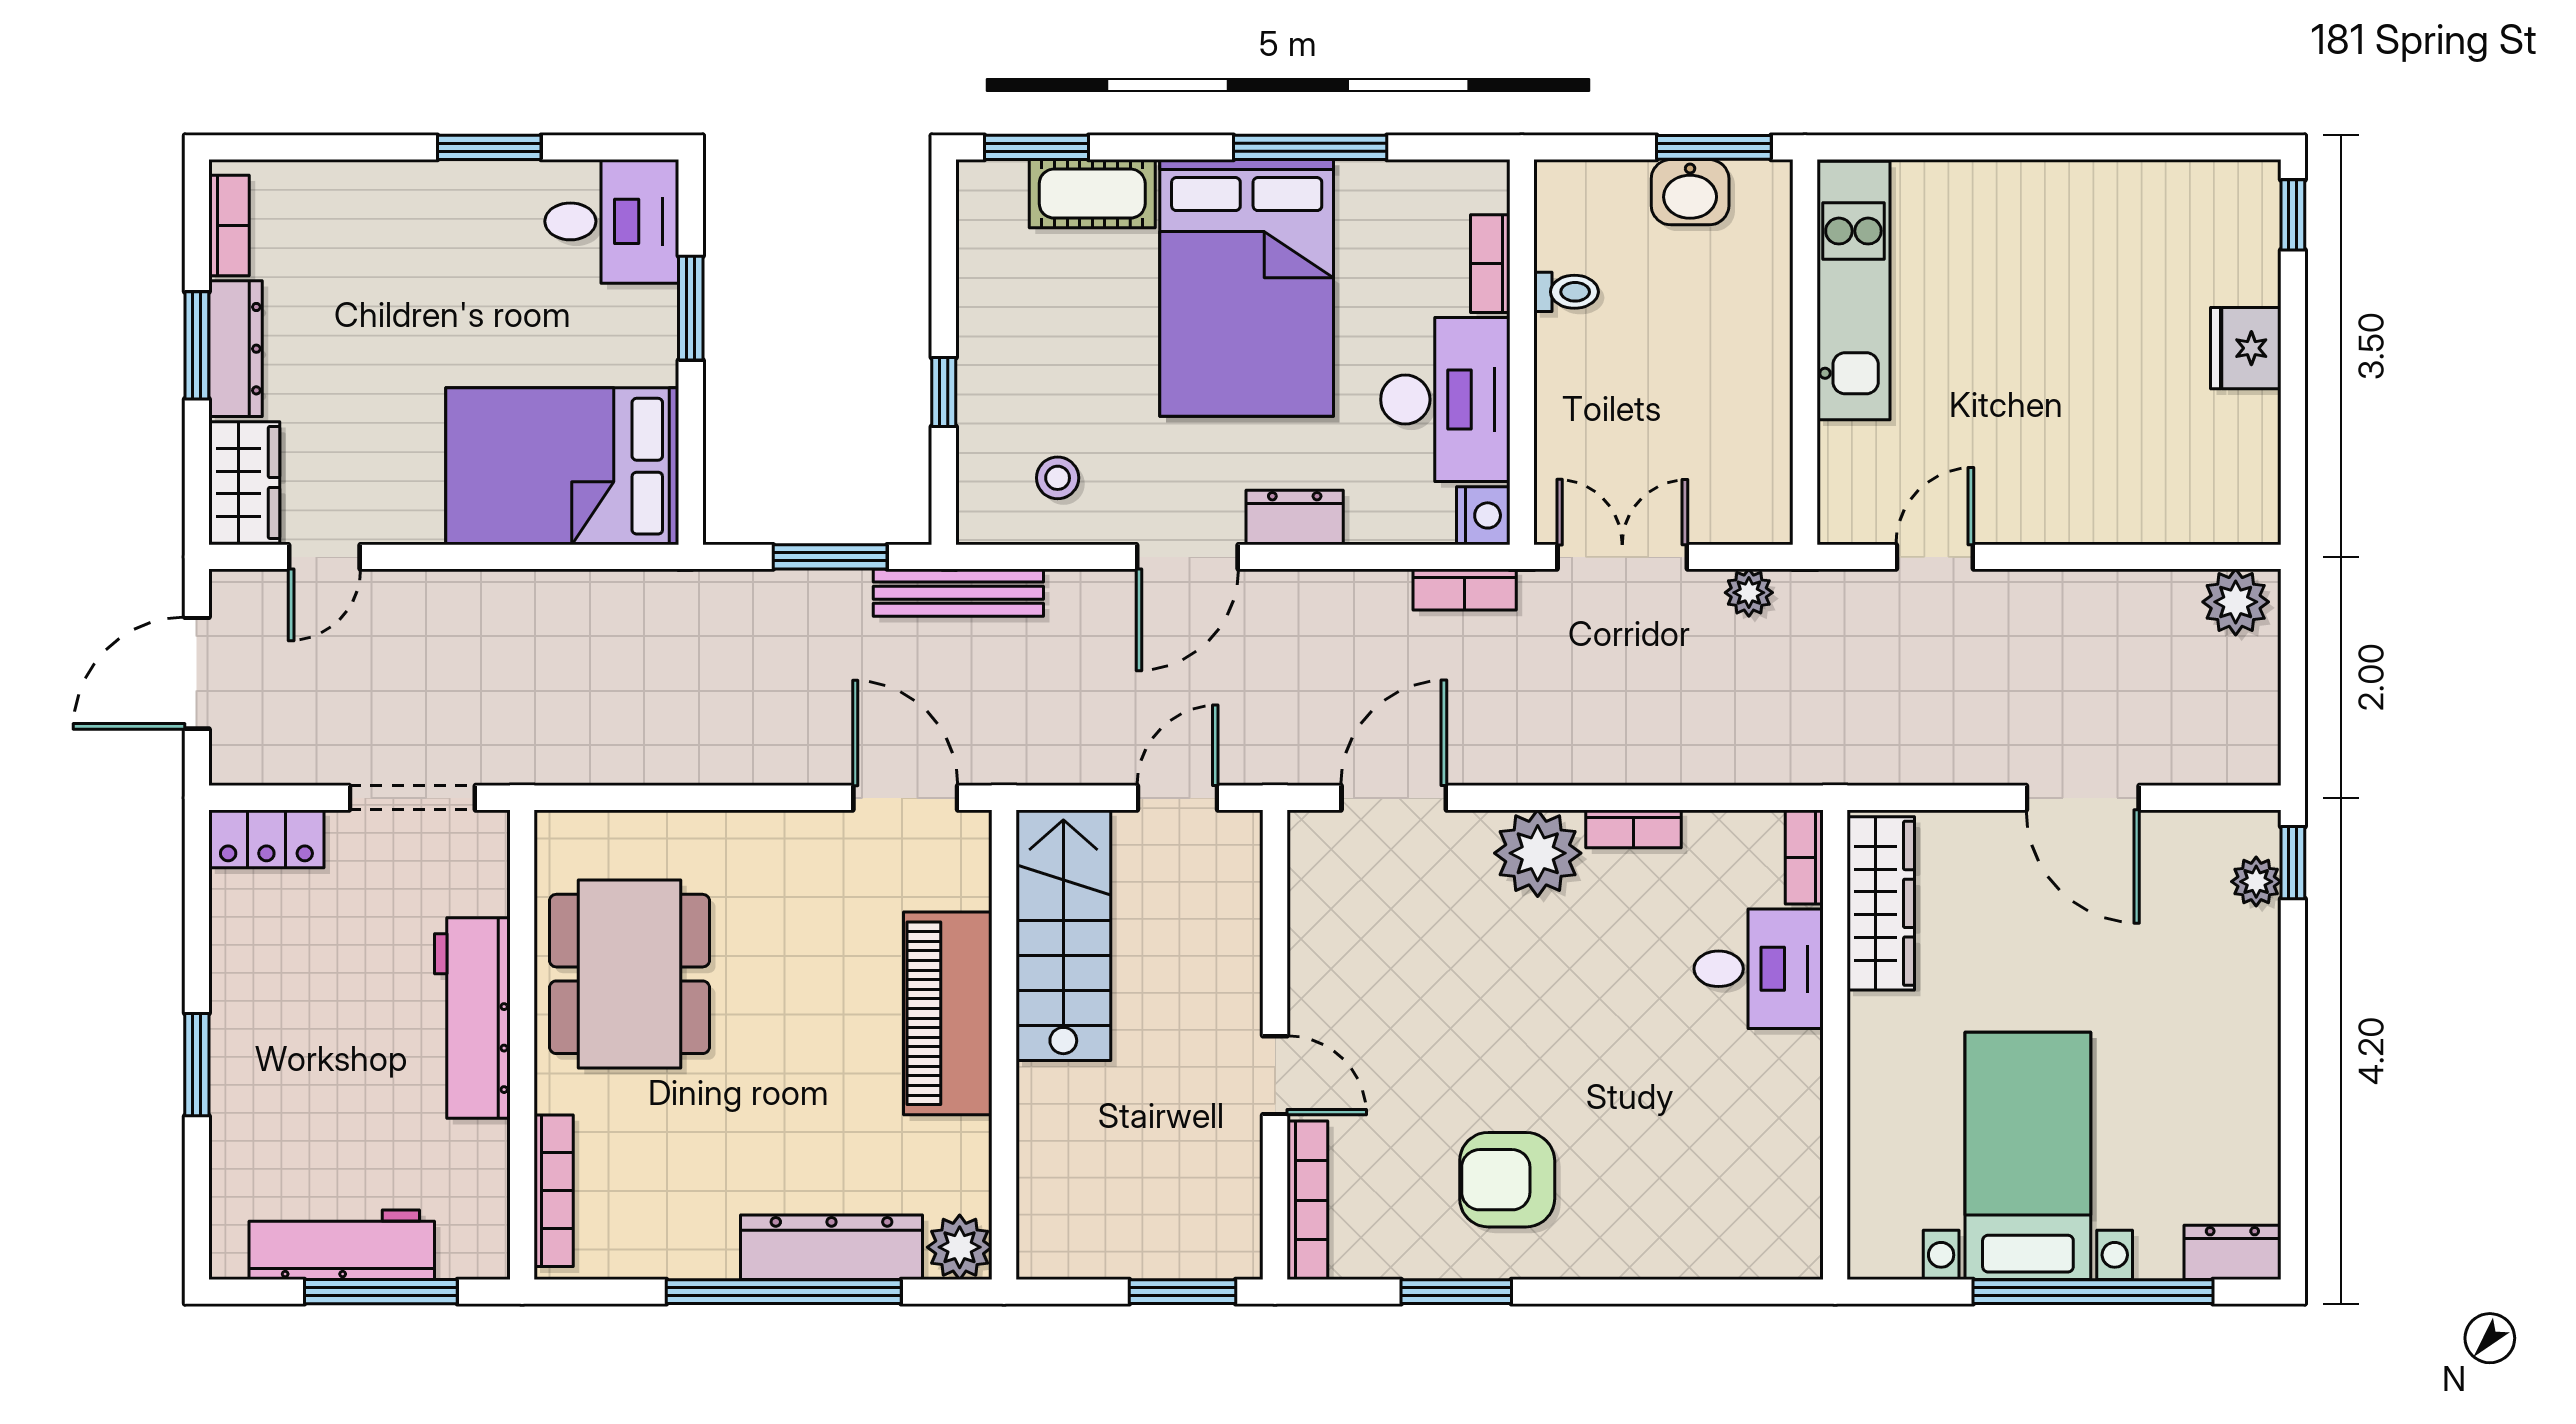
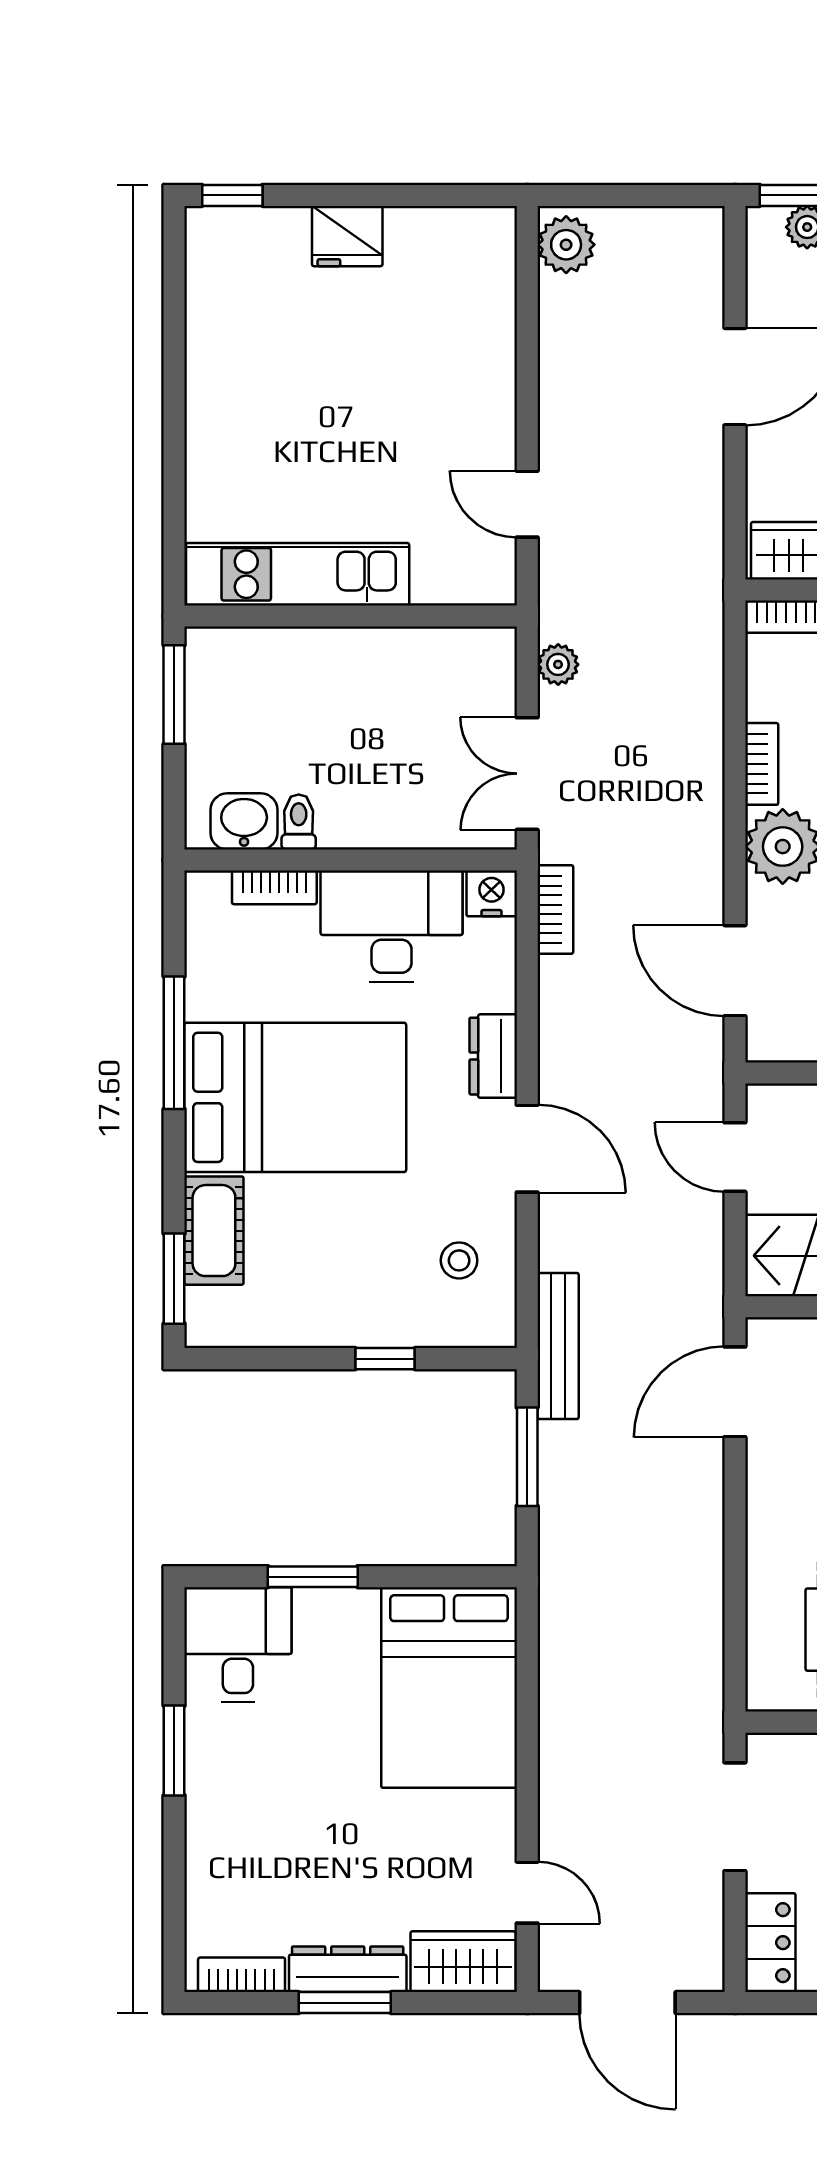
washbasin: (1690, 192) -> (244, 821), moved, turned -90

